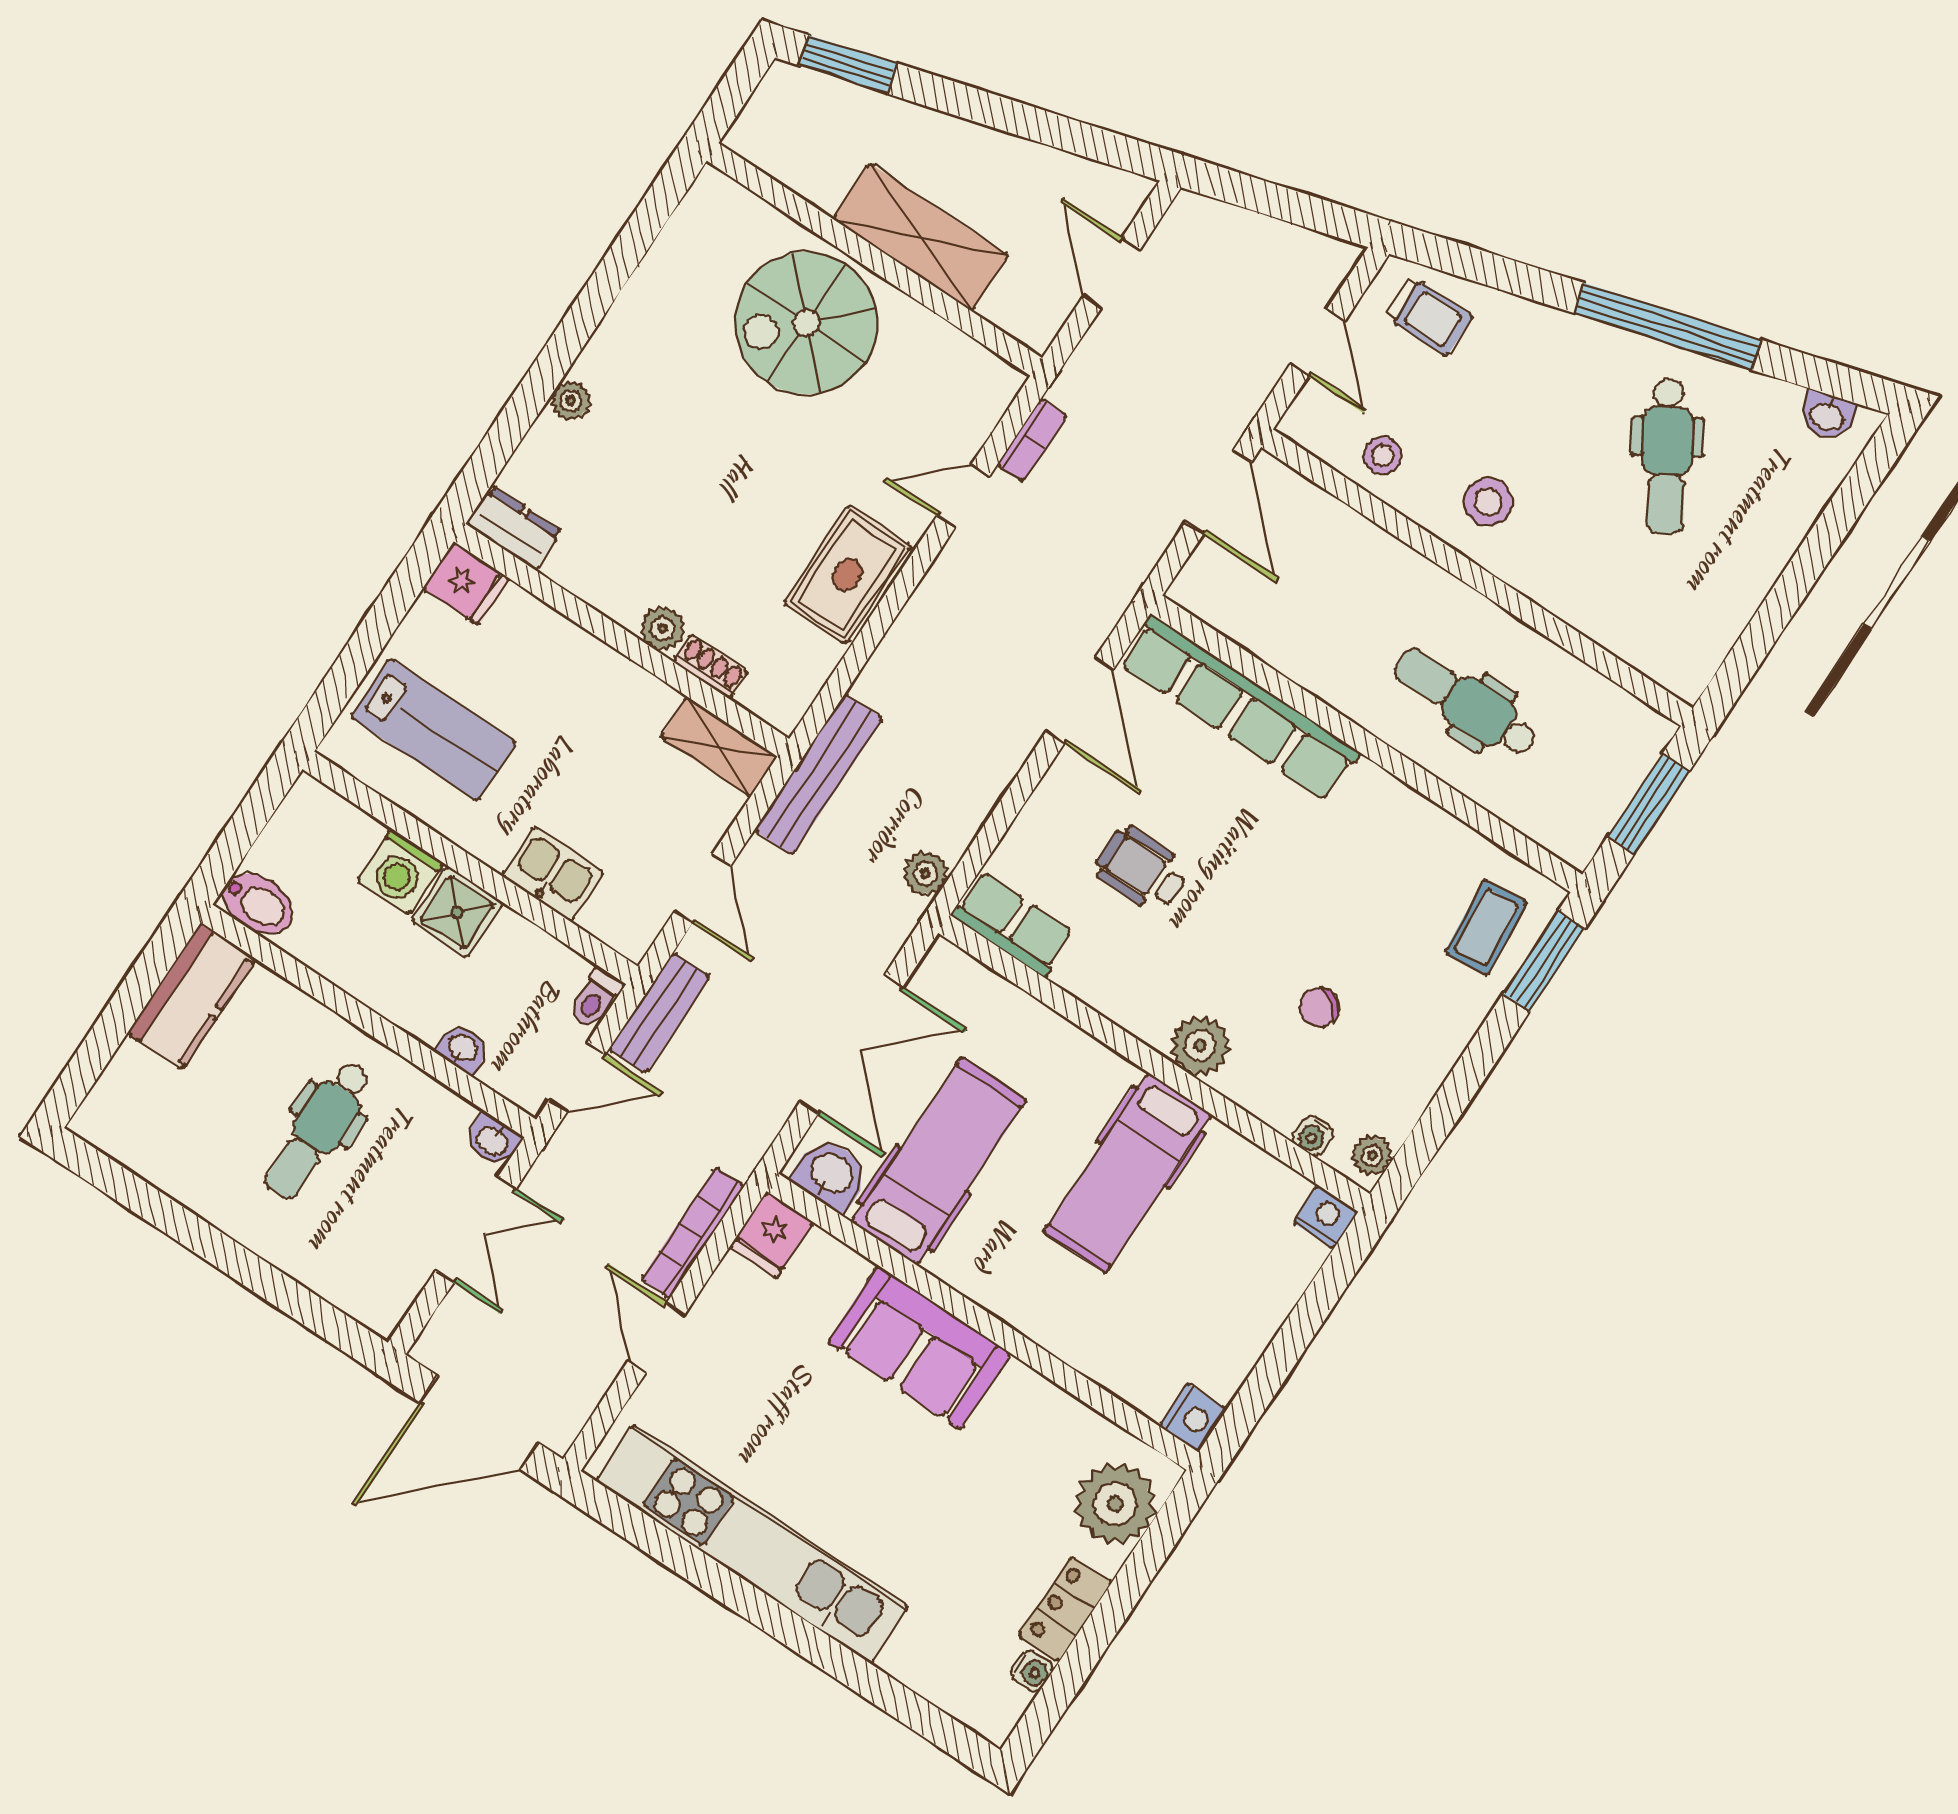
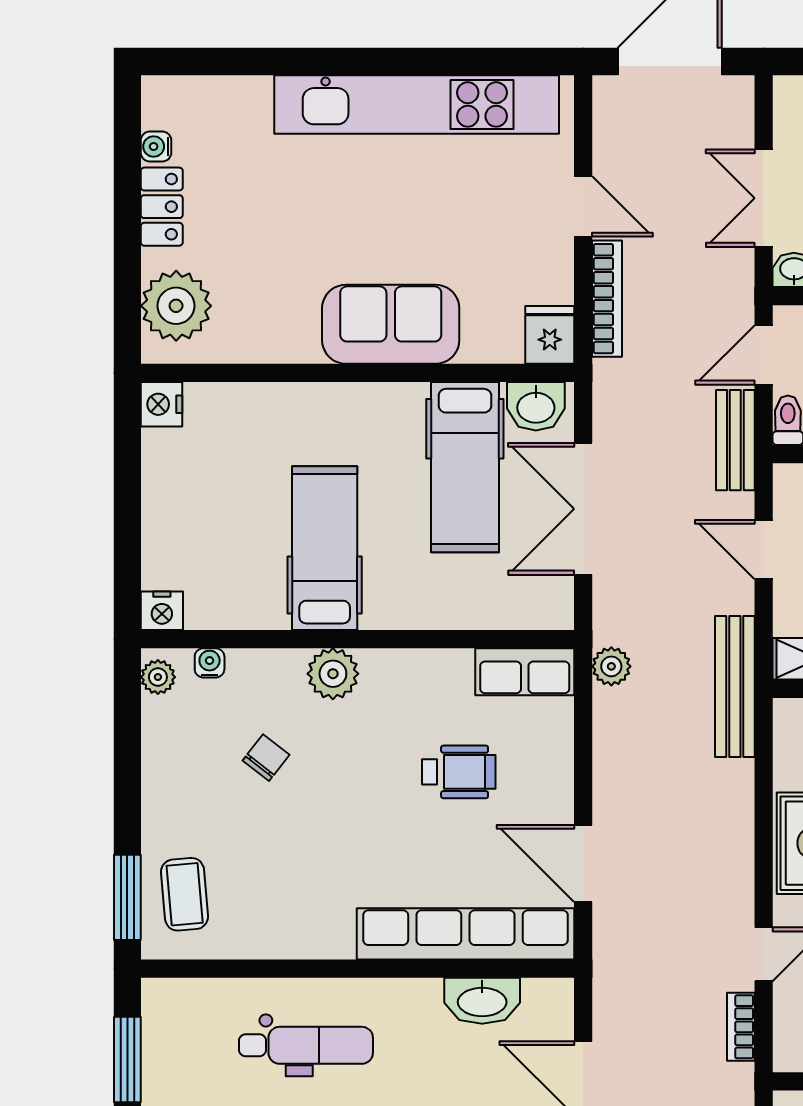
washbasin: (1266, 632) -> (482, 1001), added

